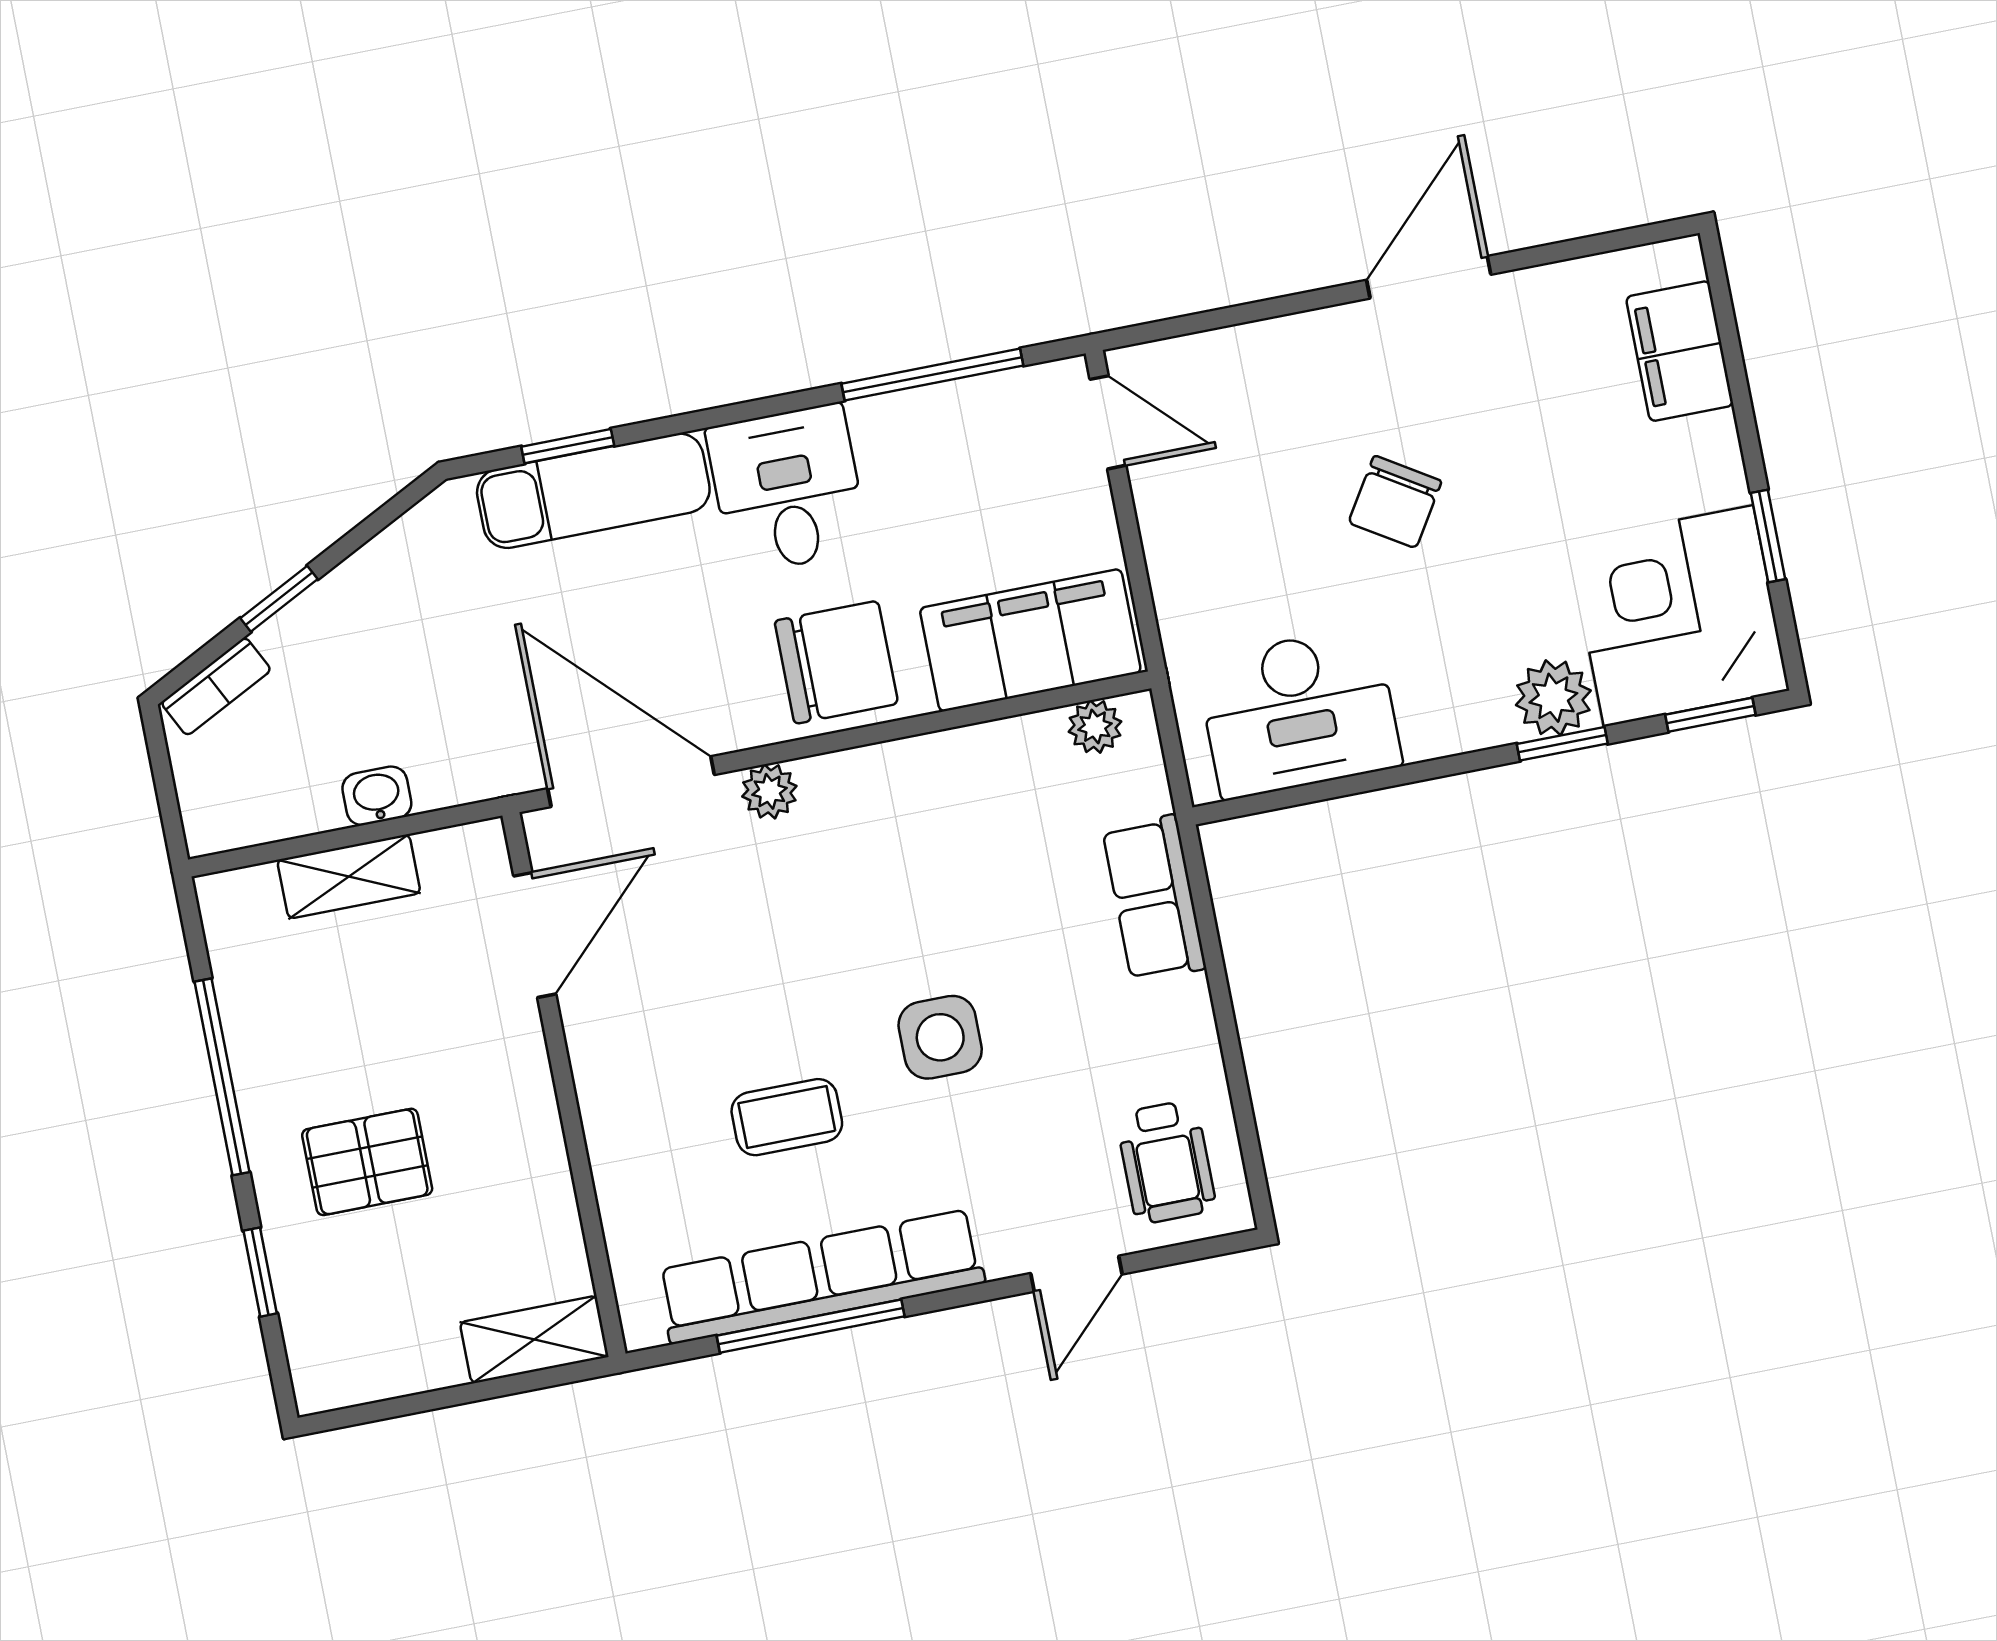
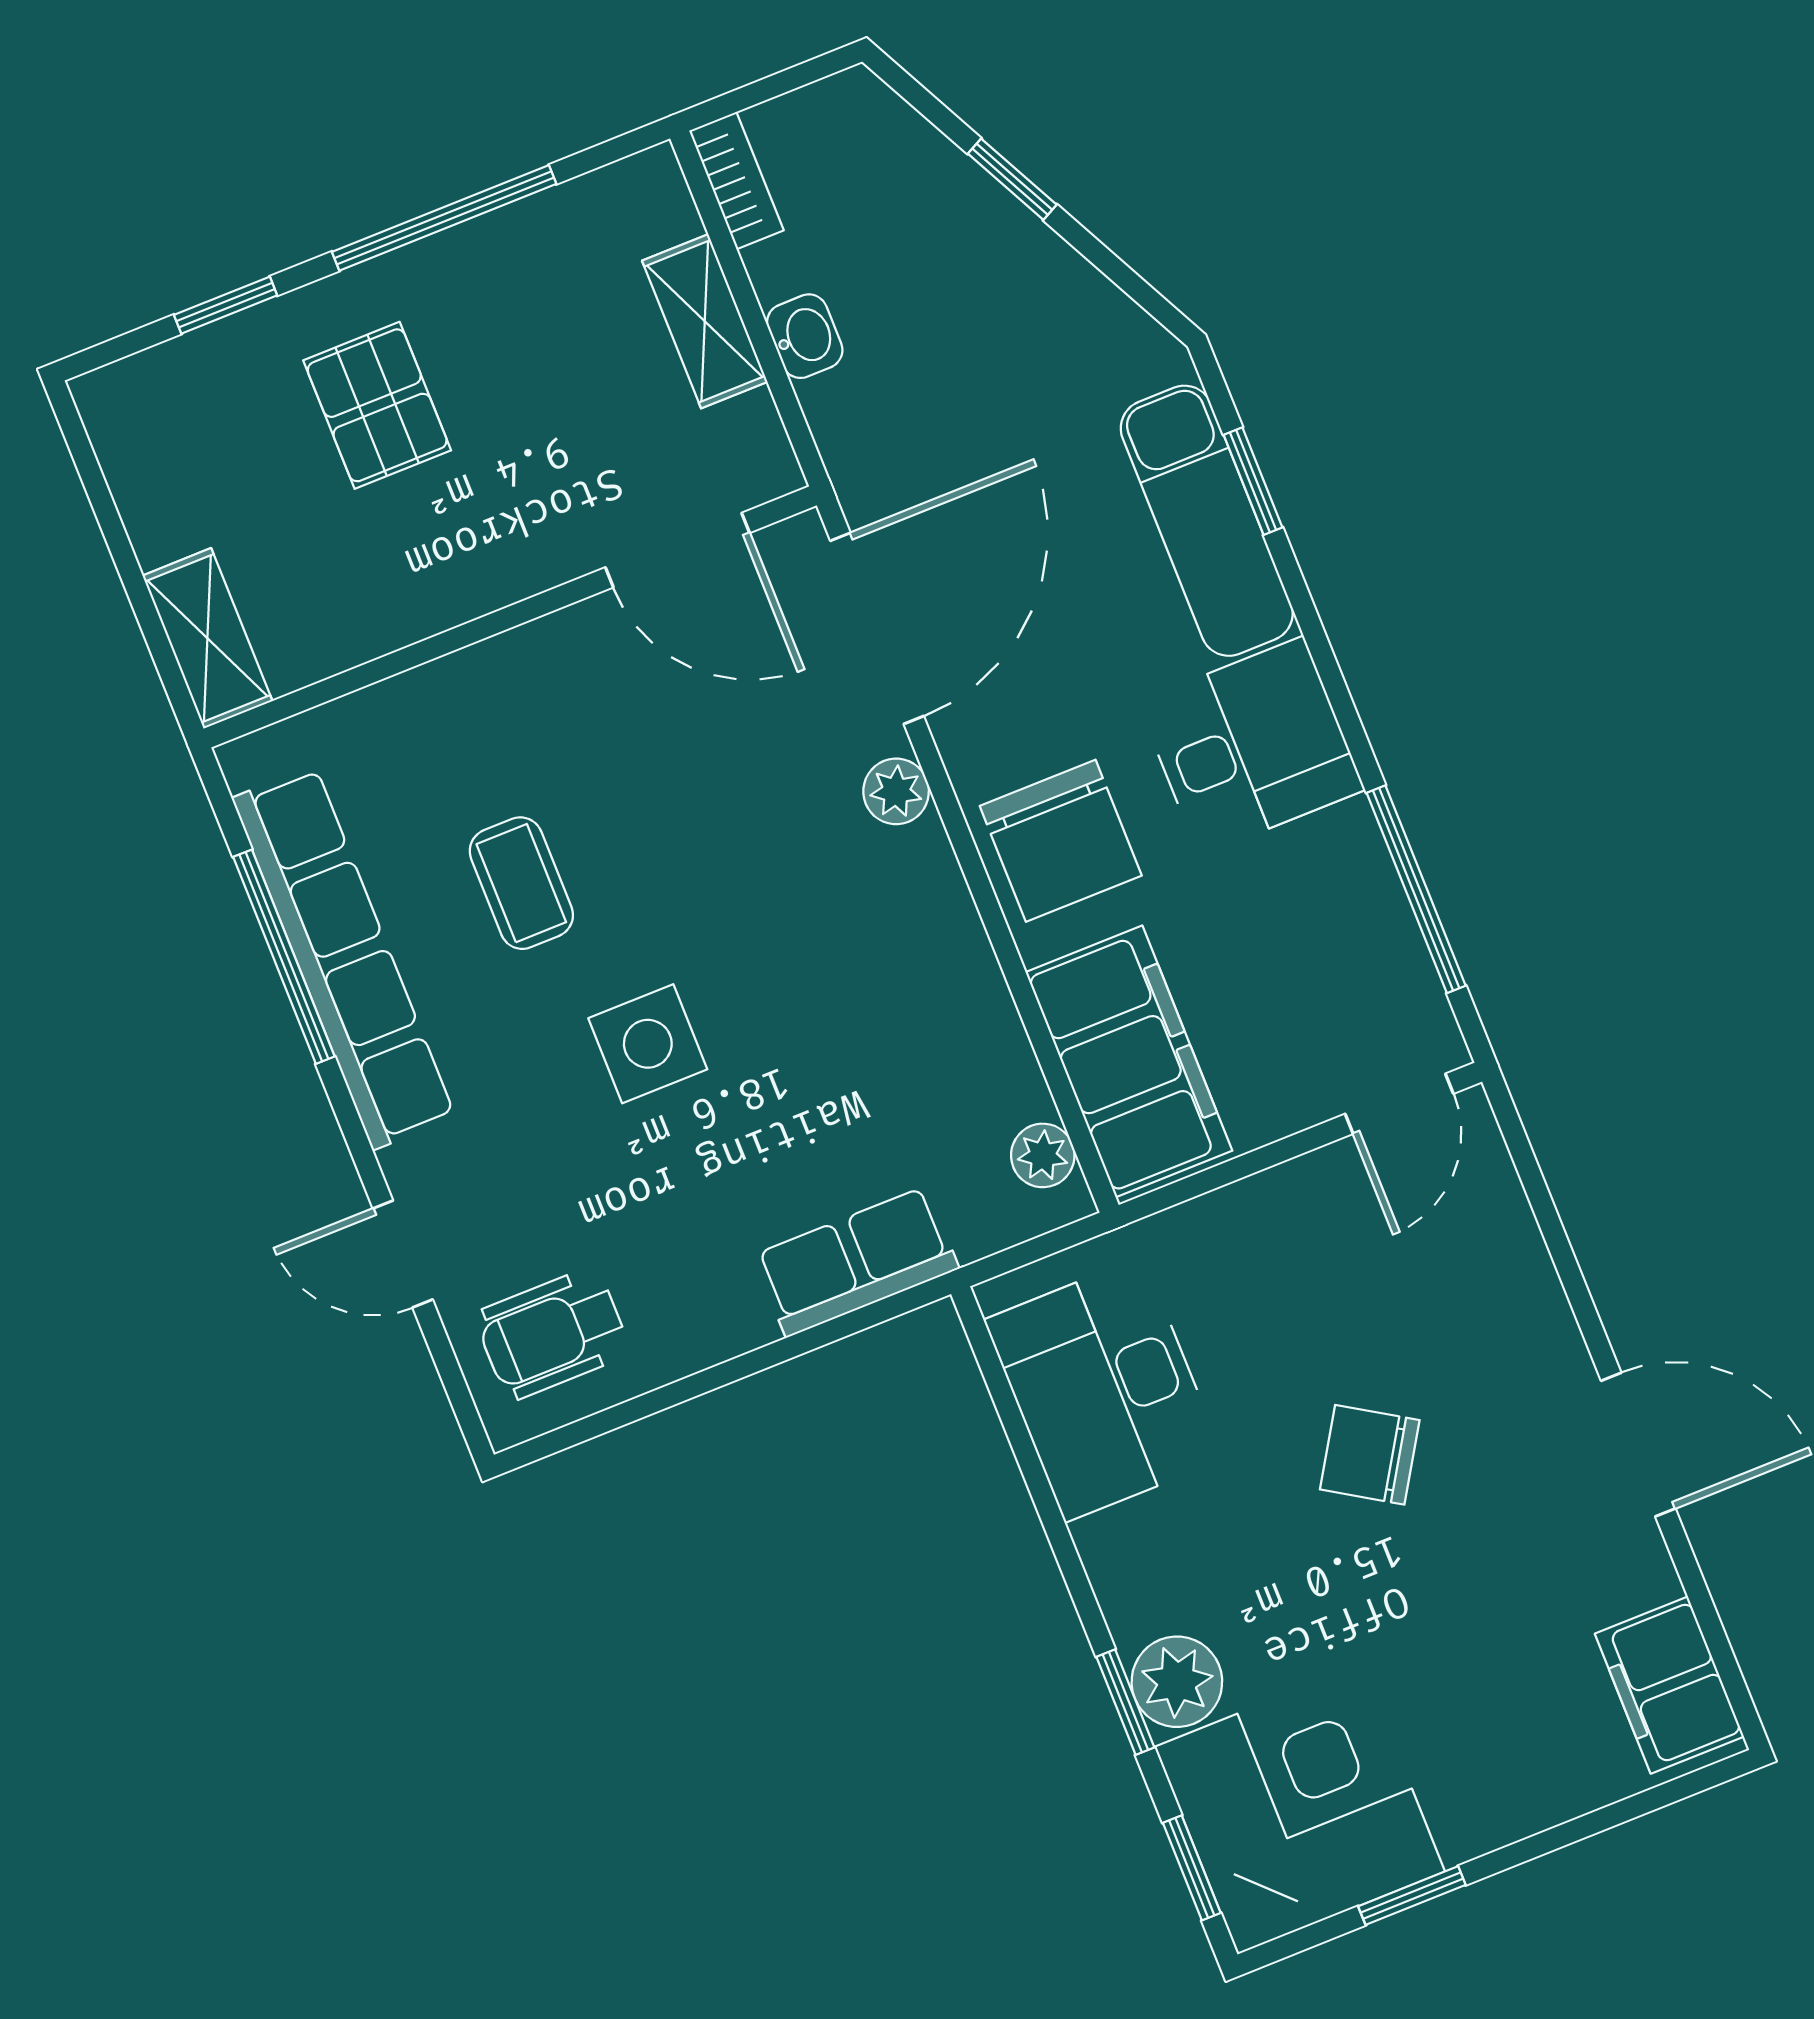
filing cabinet: (1680, 351) -> (1669, 1685), moved, turned -90
bookcase: (216, 686) -> (736, 181), moved, turned -153

